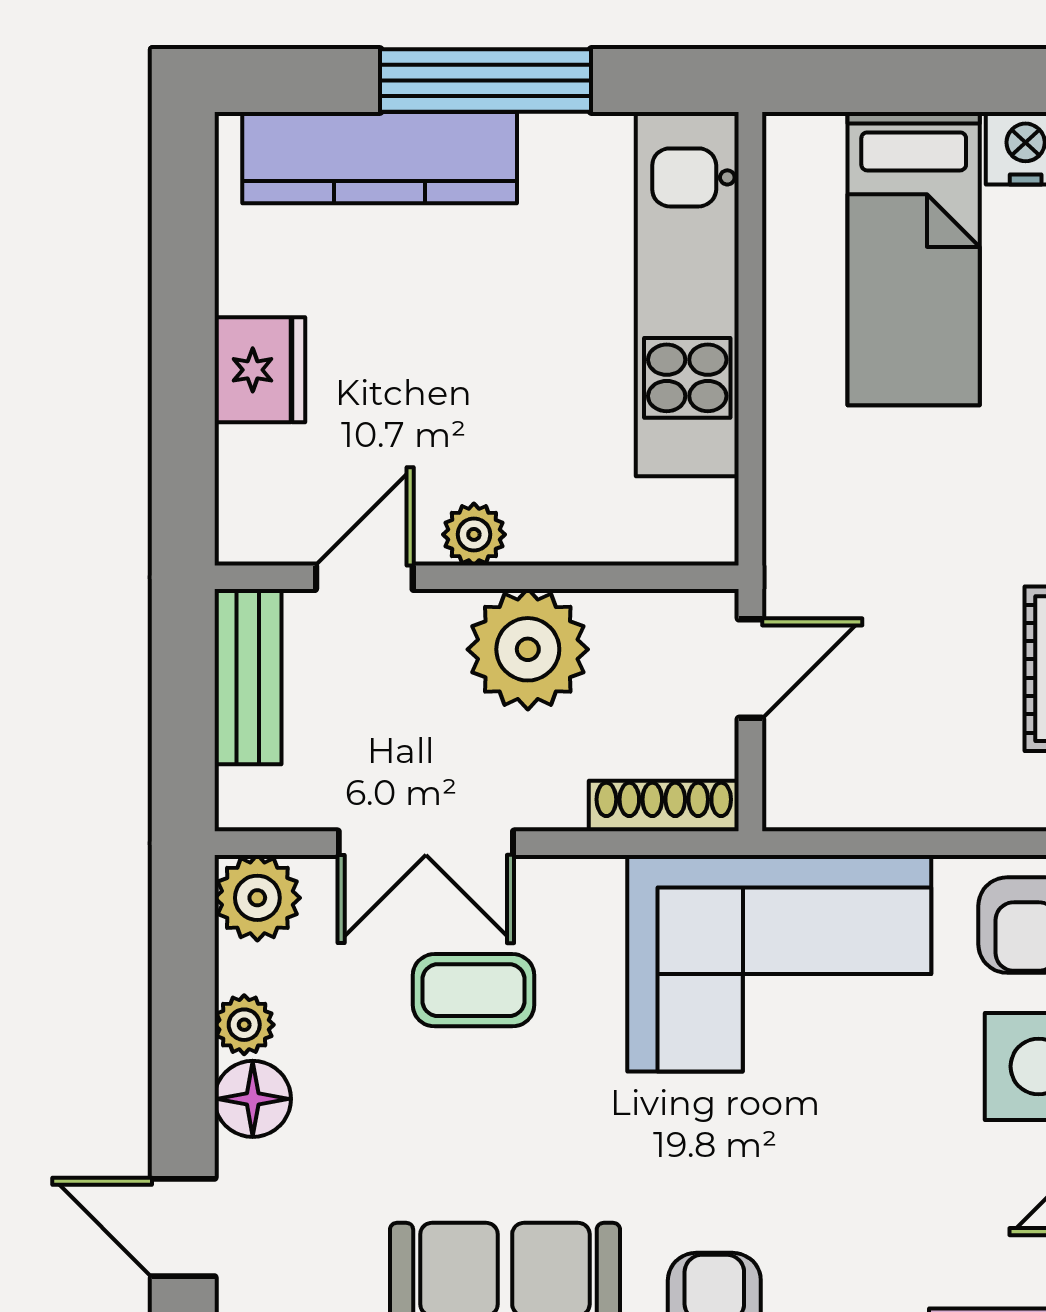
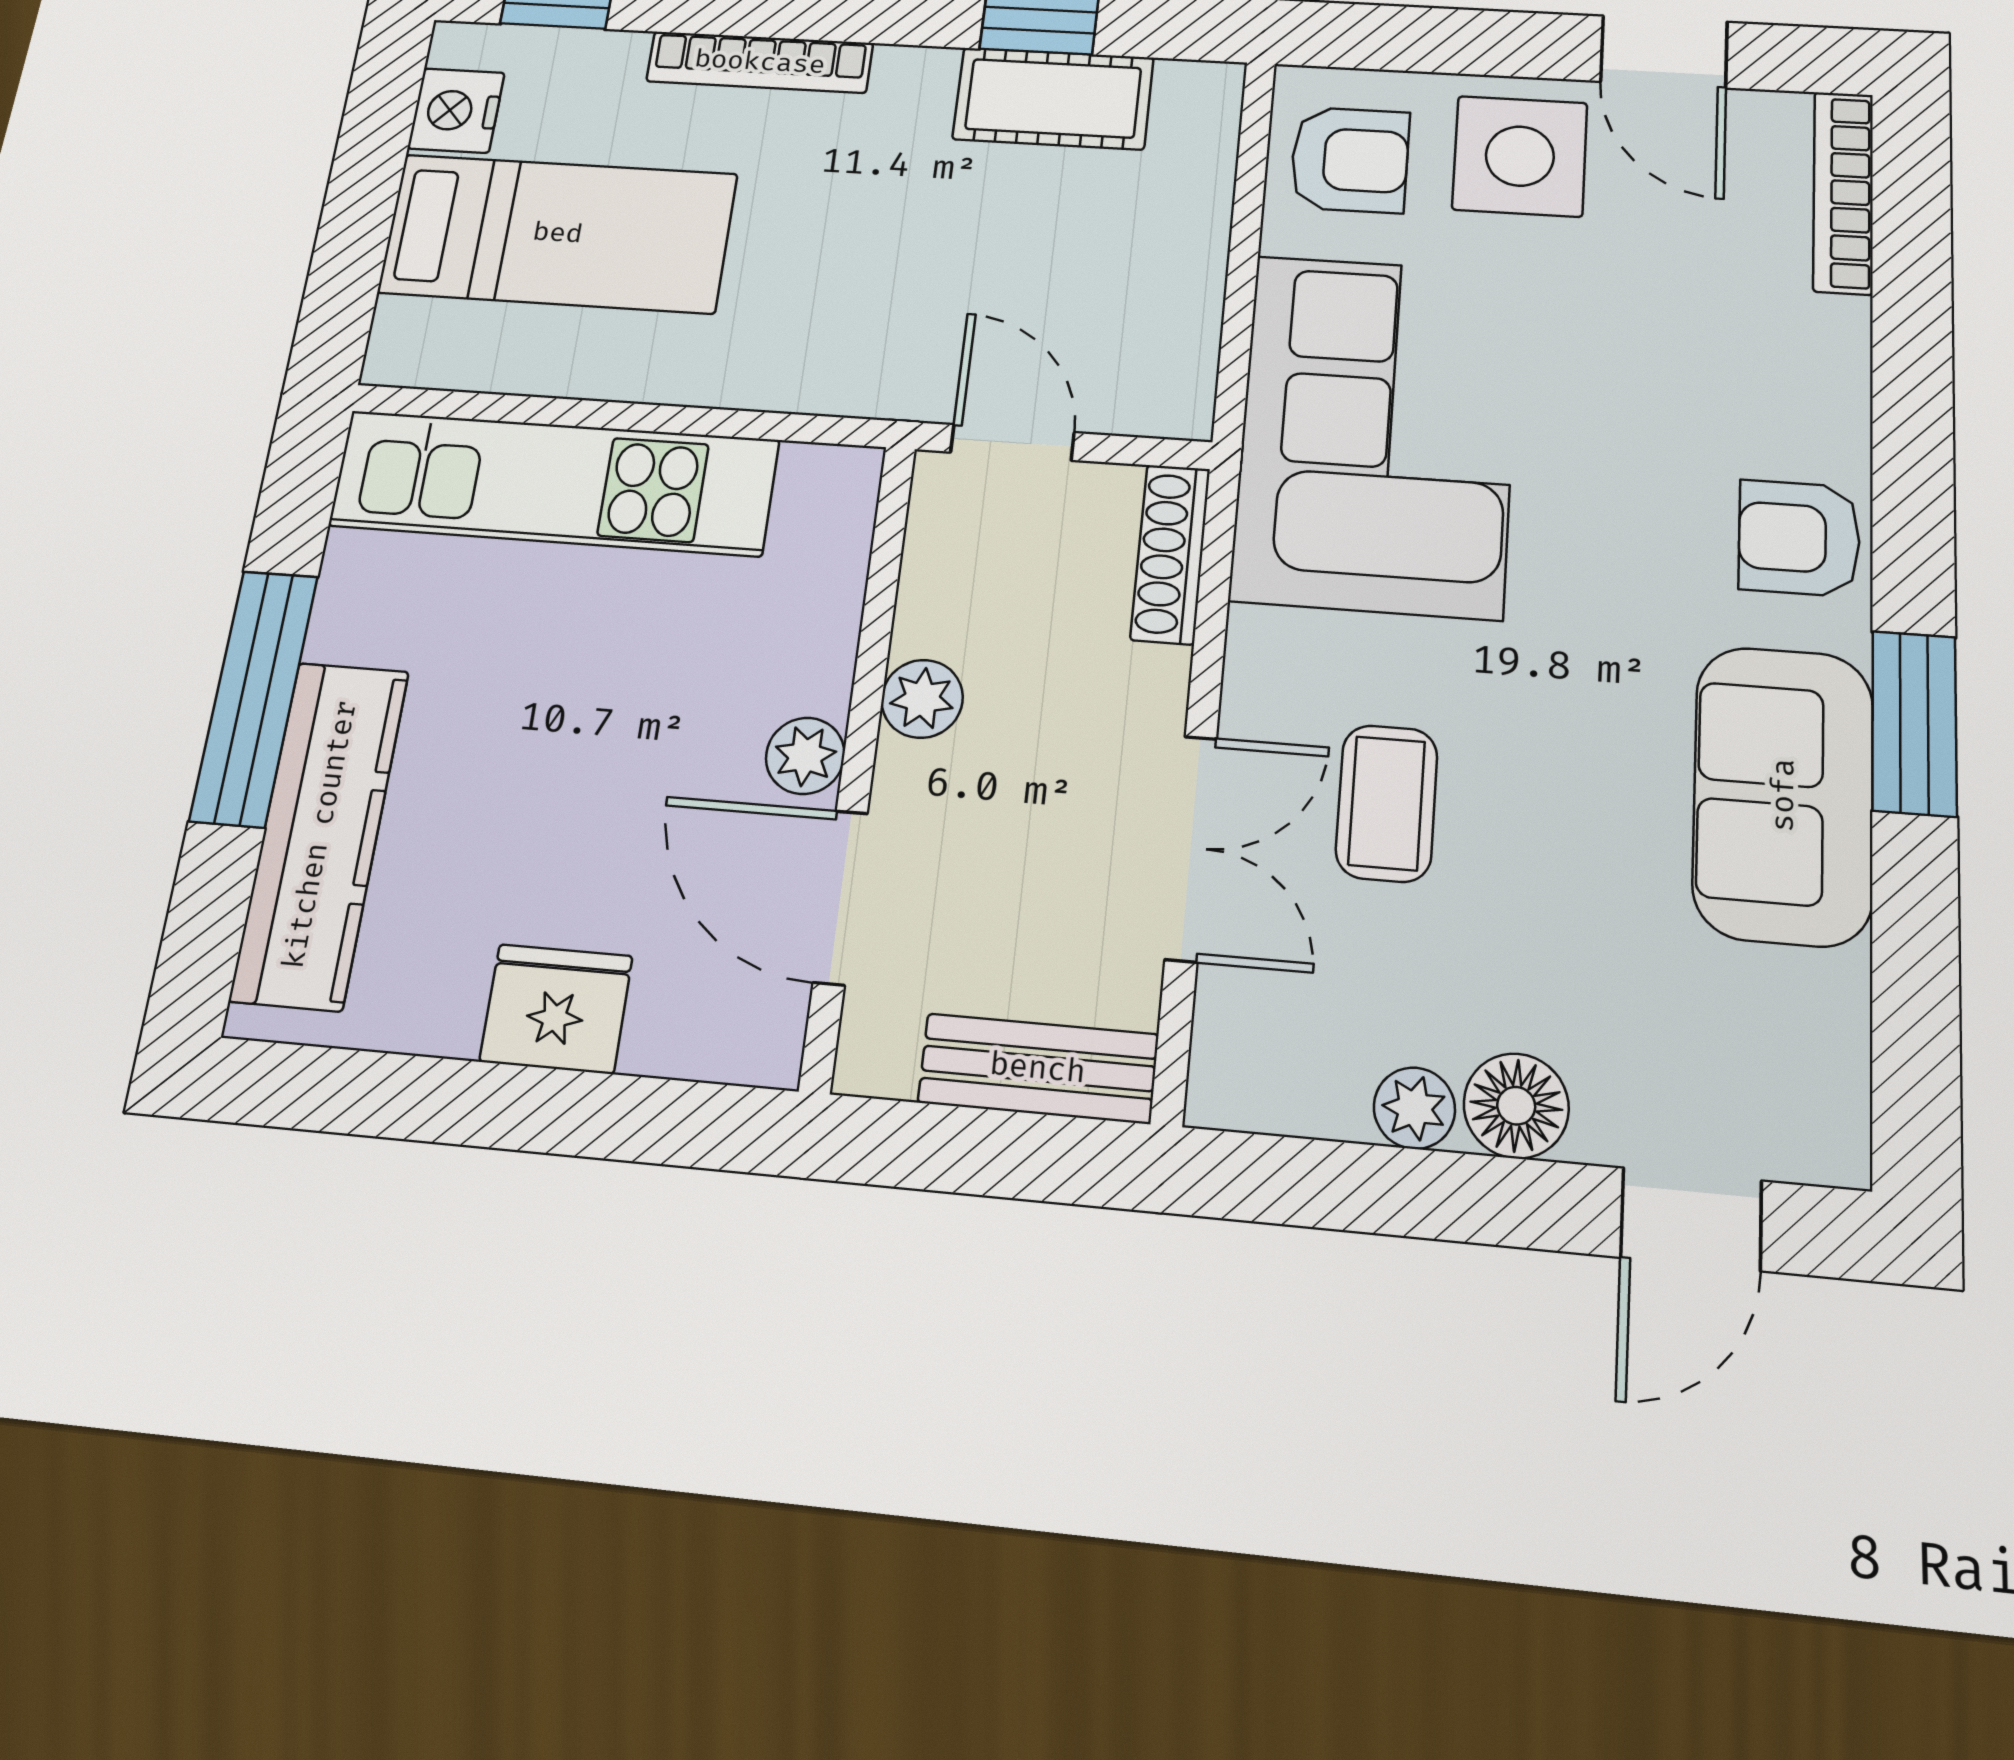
door: (364, 577) -> (840, 897), width x1.38
plant: (528, 649) -> (922, 699), width x0.53, depth x0.53
bench: (248, 677) -> (1038, 1068), moved
plant: (257, 898) -> (1244, 1075), removed

